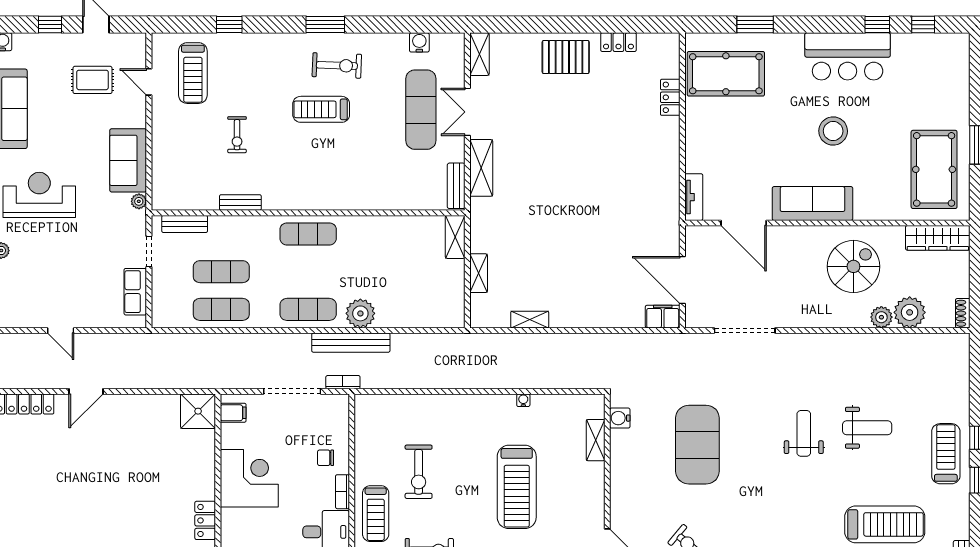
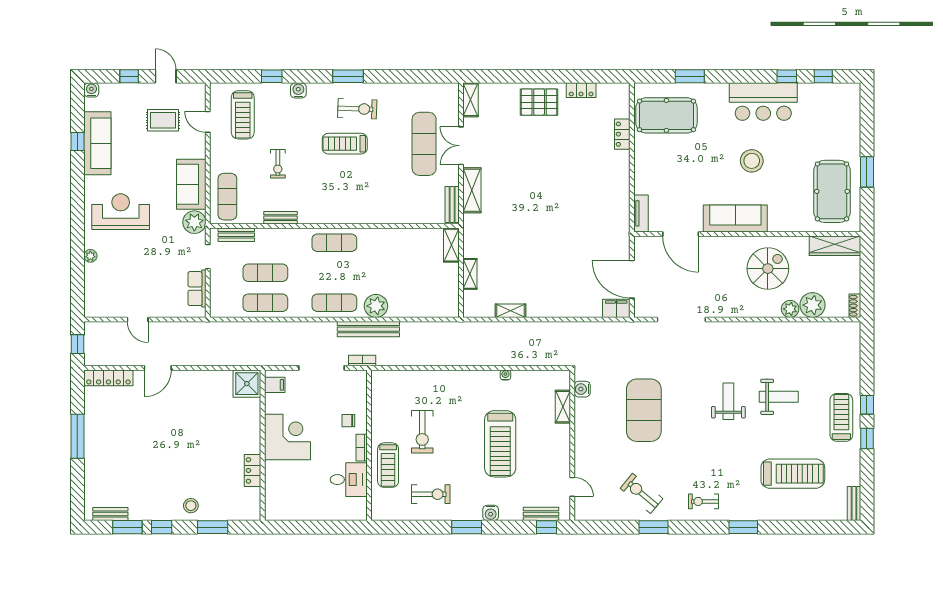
water cooler: (419, 42) -> (298, 90), moved
exercise mat: (173, 176) -> (227, 197), added
plant: (139, 201) -> (194, 222), width x1.88, depth x1.88

